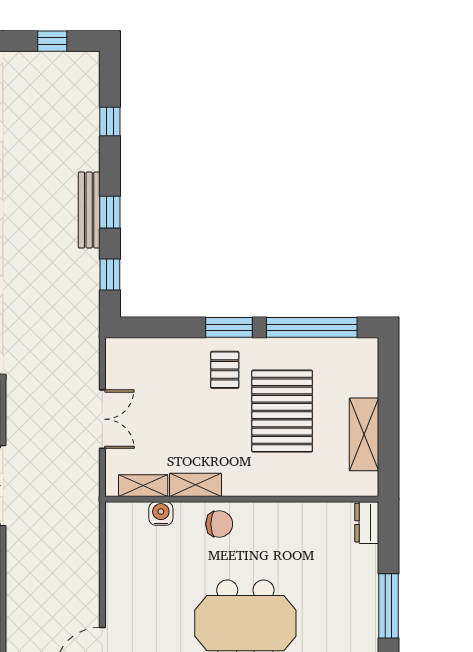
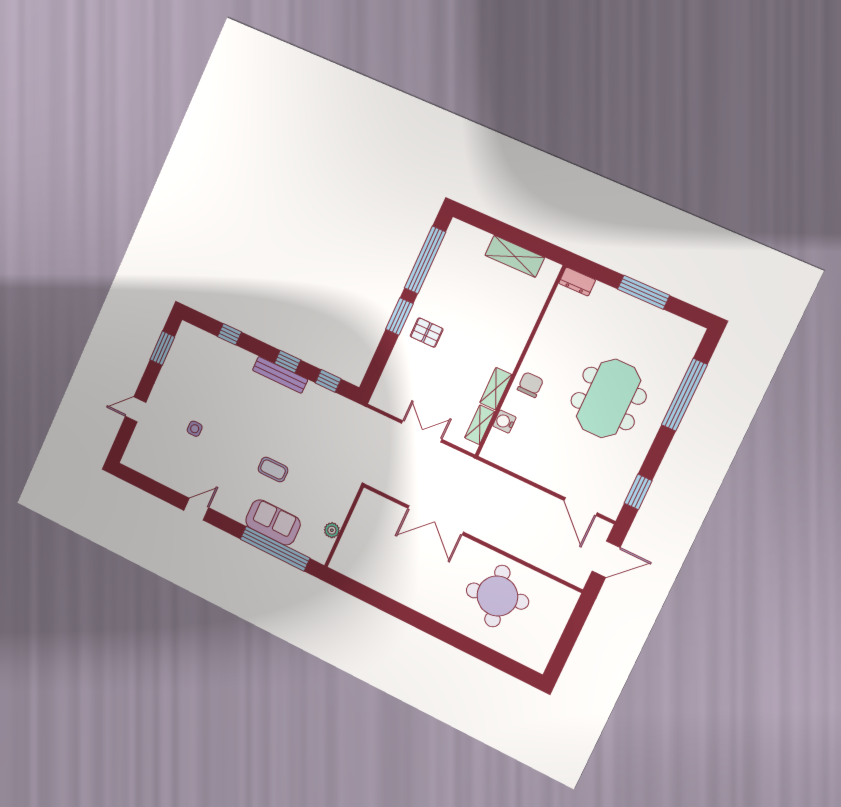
window: (52, 41) -> (162, 348), width x1.50
pallet: (282, 411) -> (473, 306), removed

